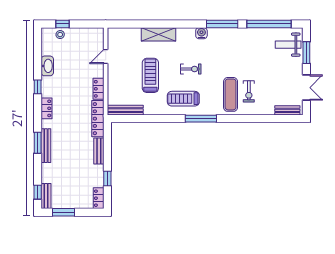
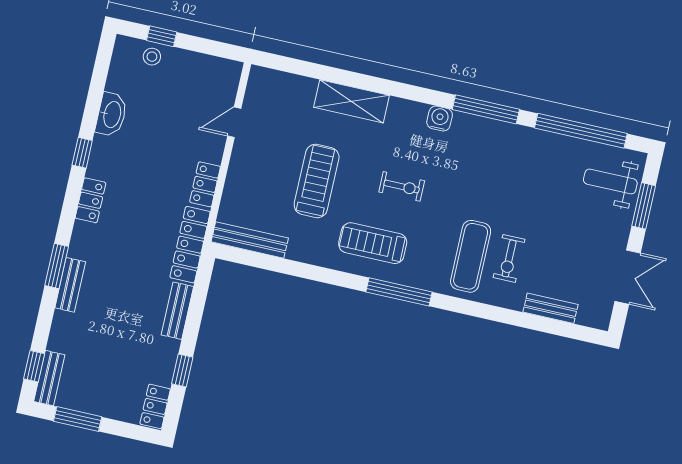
bench: (287, 110) -> (550, 308), moved
bench: (46, 146) -> (70, 285), width x0.73

